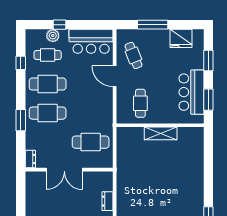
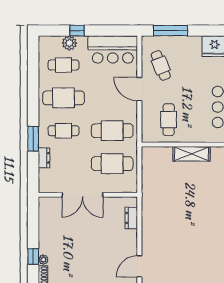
window: (153, 25) -> (171, 31), moved
window: (21, 63) -> (33, 74), removed
cafe table: (48, 113) -> (63, 131), width x0.73, depth x0.74
cafe table: (91, 113) -> (112, 131), added
dresser: (30, 159) -> (44, 158), moved
dresser: (107, 201) -> (131, 218), moved

